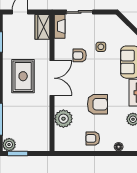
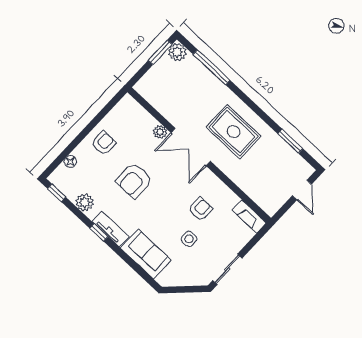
sliding door: (80, 12) -> (227, 269), moved
wardrobe: (42, 27) -> (265, 199), removed
double door: (52, 78) -> (191, 147), moved
plant: (63, 119) -> (160, 132), width x0.53, depth x0.53

